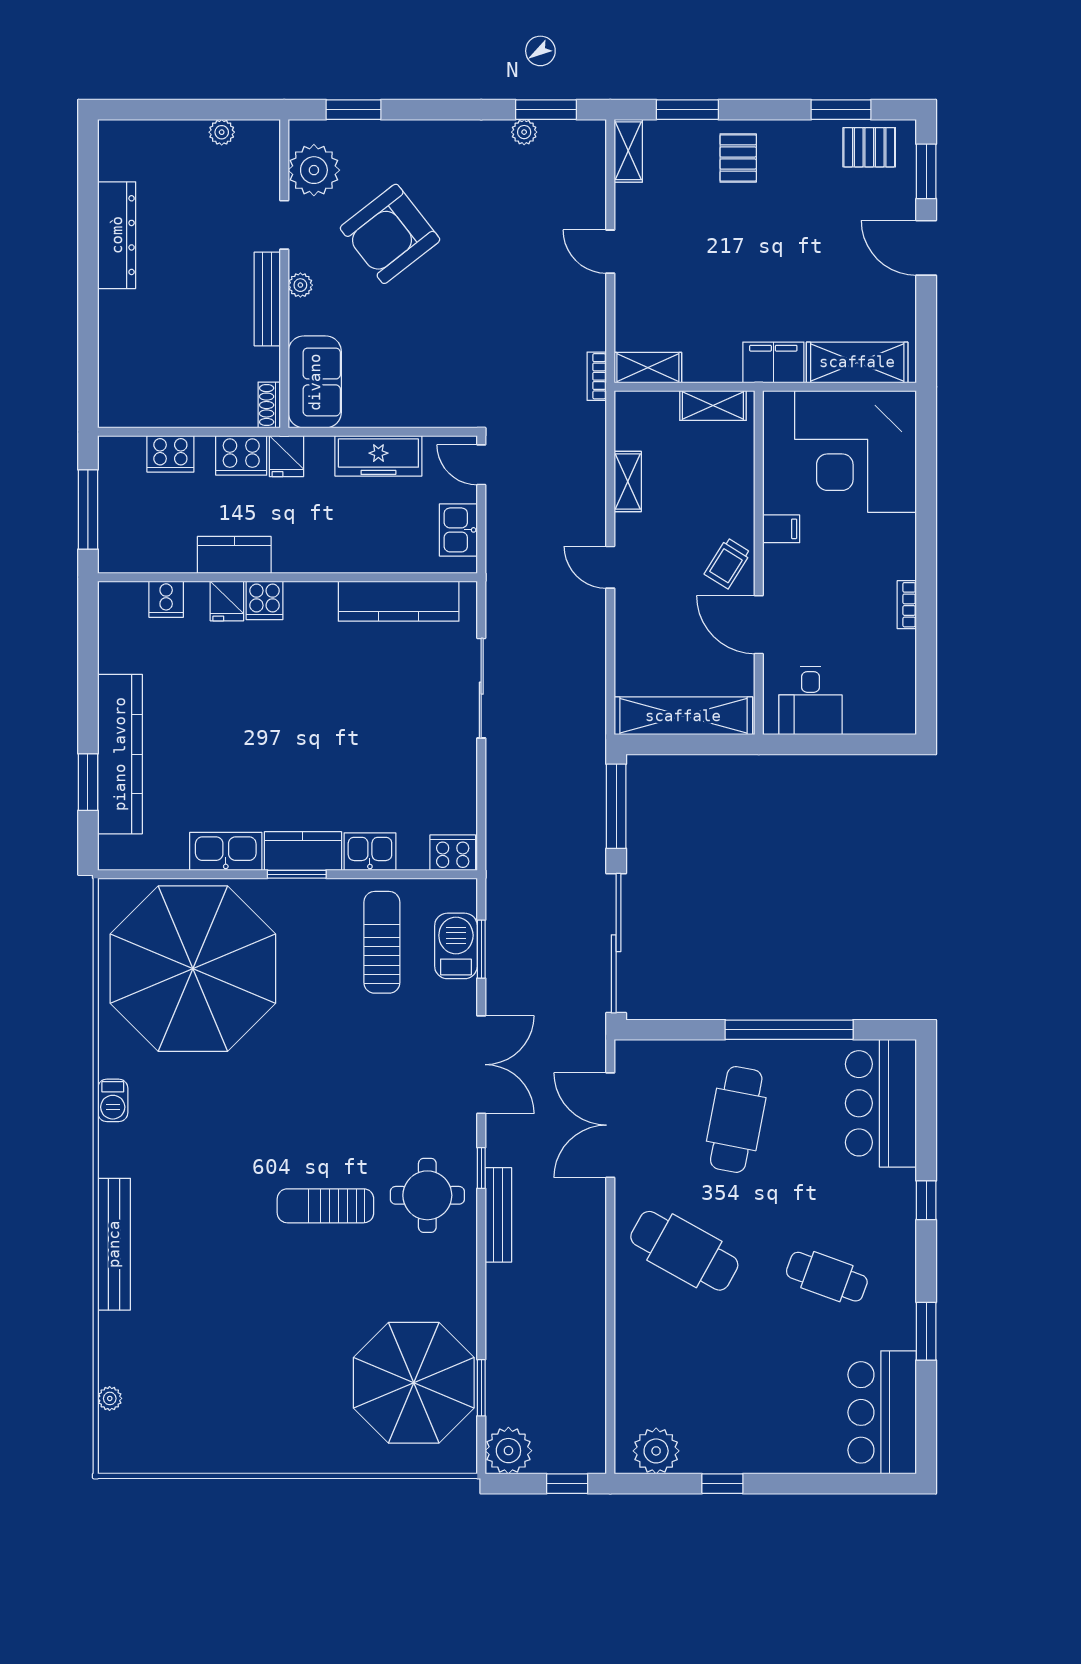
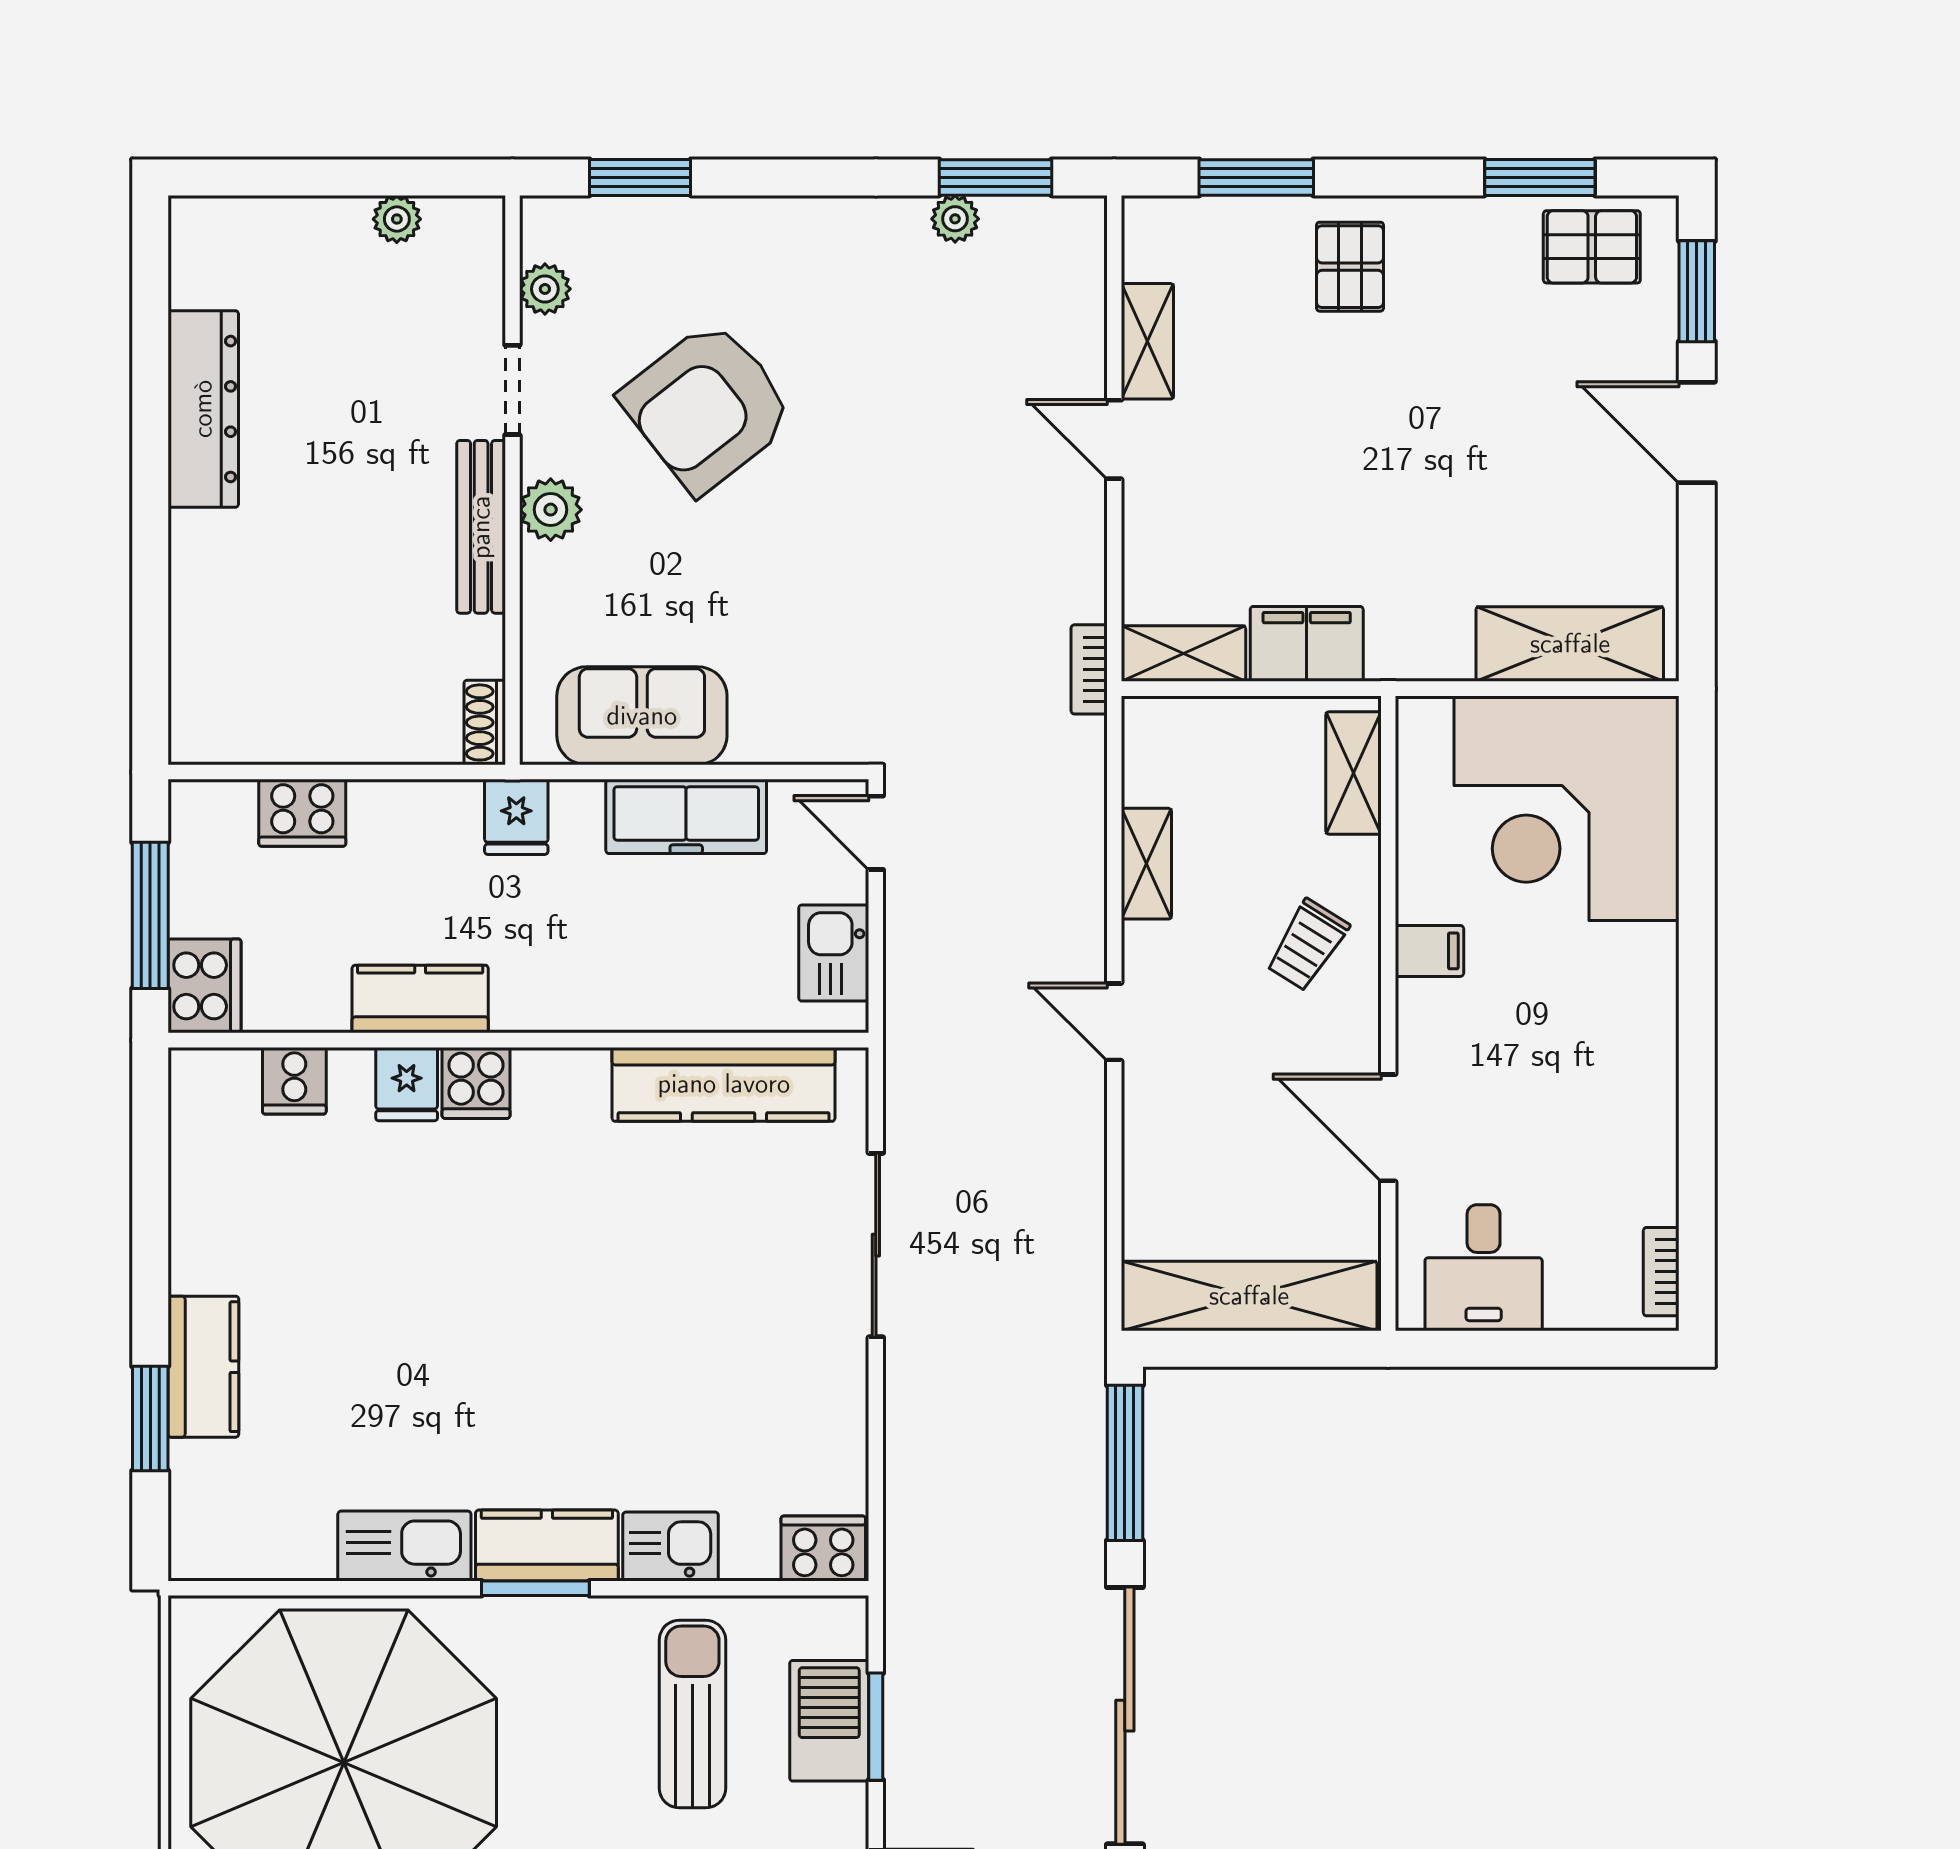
shelving: (628, 151) -> (1147, 341), moved
plant: (314, 170) -> (545, 289), width x0.53, depth x0.53
plant: (300, 285) -> (551, 510), width x1.38, depth x1.38
filing cabinet: (773, 362) -> (1307, 644), moved
sofa: (315, 382) -> (642, 716), moved, turned -90
shelving: (713, 405) -> (1353, 773), moved, turned 90
cooker: (241, 455) -> (204, 986), moved, turned -90
trolley: (728, 563) -> (1307, 945), moved
bookcase: (907, 605) -> (1661, 1272), moved
kitchen counter: (120, 754) -> (203, 1367), width x0.48, depth x0.86

